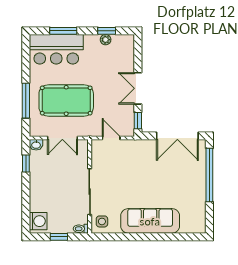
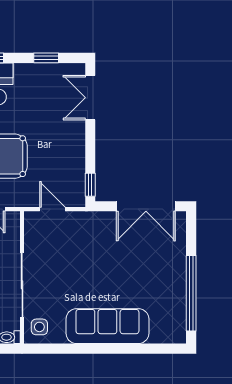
plant: (106, 40) -> (44, 70), removed
double door: (138, 88) -> (90, 98), moved
window: (209, 175) -> (191, 293), moved

